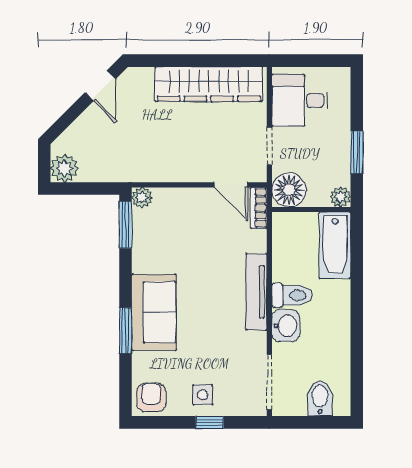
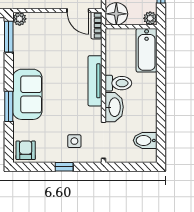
washbasin: (286, 326) -> (114, 107), width x1.38
side table: (203, 395) -> (74, 141), moved
bidet: (320, 398) -> (145, 140), moved, turned -90

